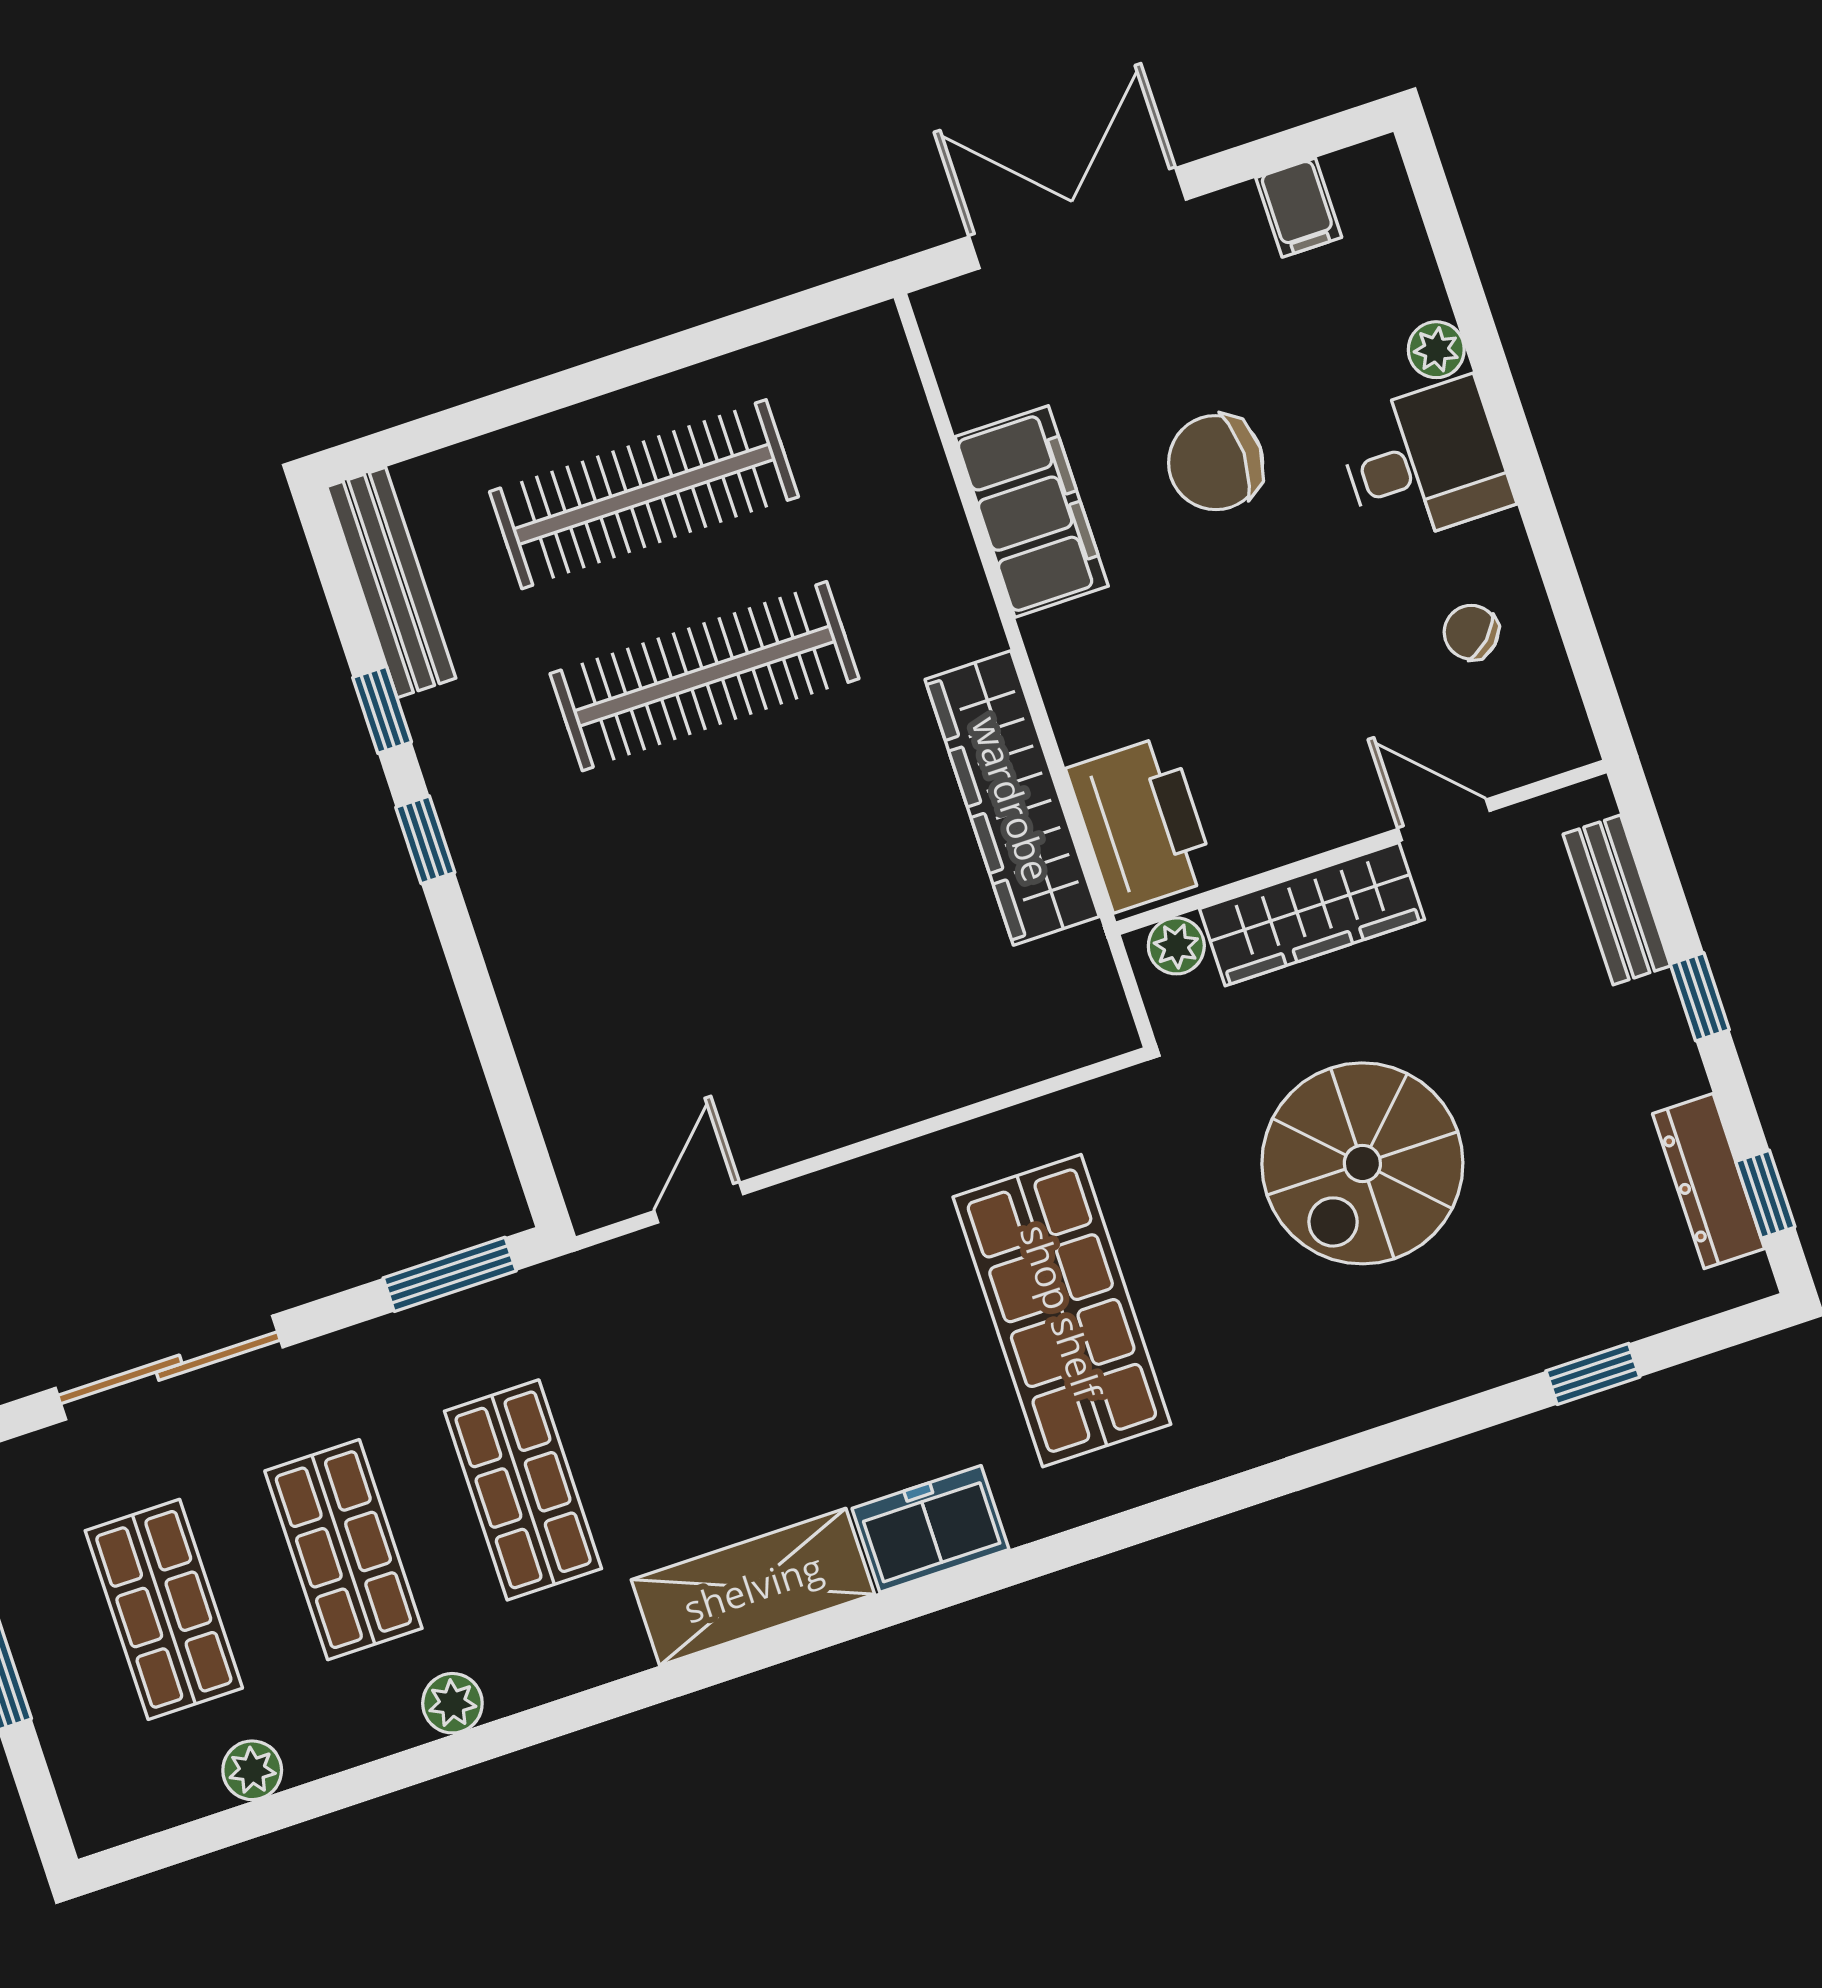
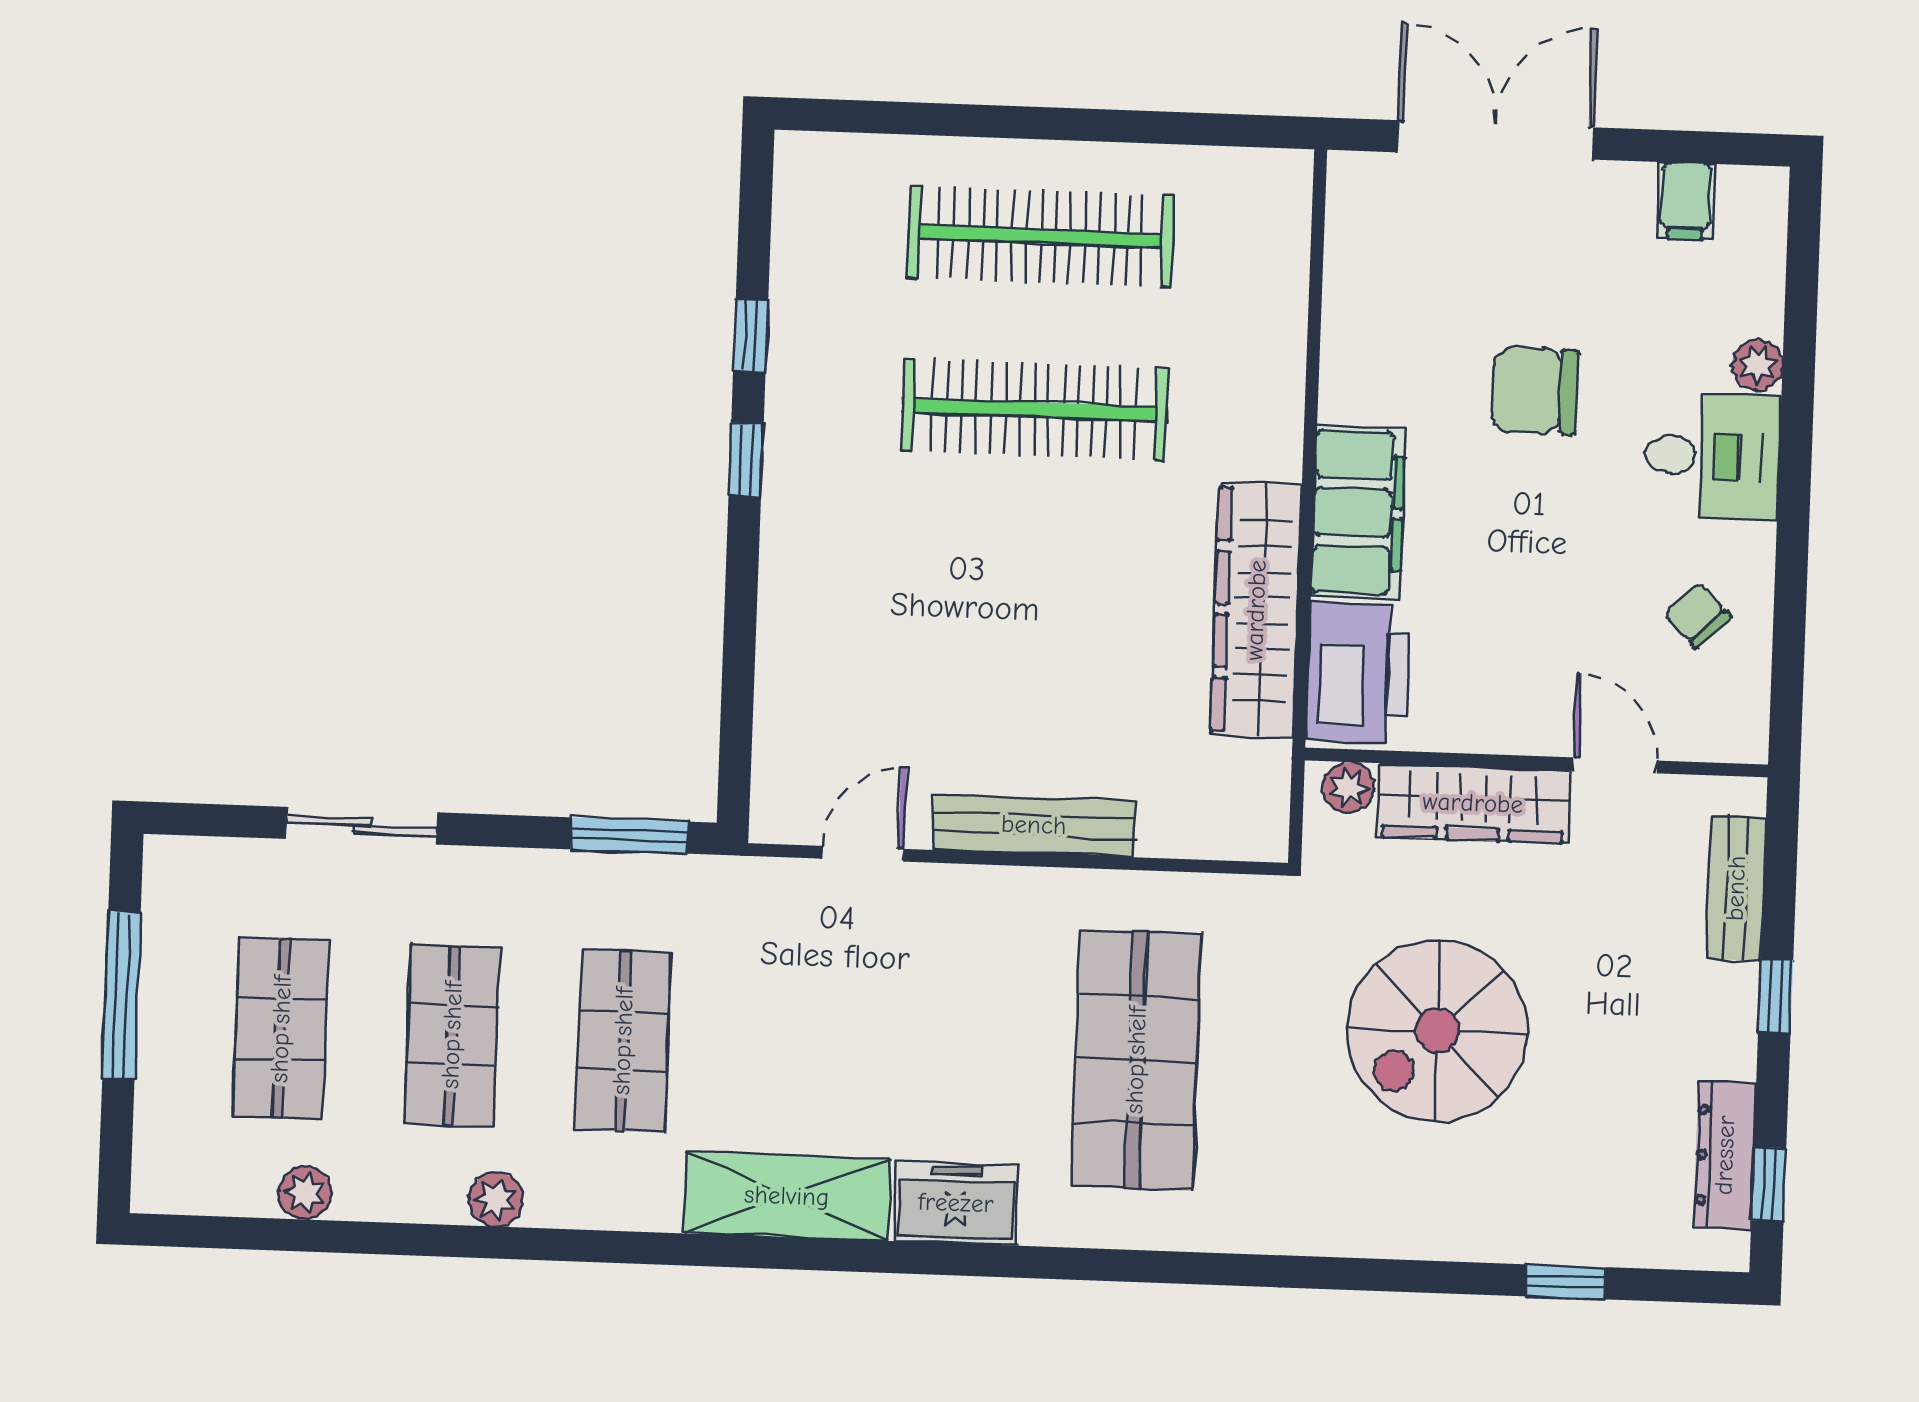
filing cabinet: (1032, 511) -> (1358, 512), moved
bench: (391, 582) -> (1034, 825), moved, turned 90
sliding door: (169, 1368) -> (362, 826), width x0.73

